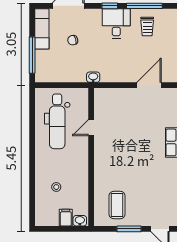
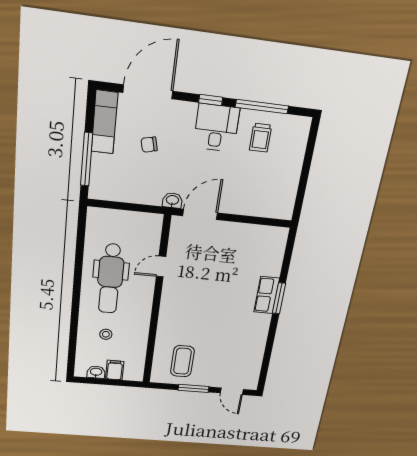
door: (149, 85) -> (200, 214), moved
dental chair: (57, 121) -> (110, 279), moved
washbasin: (80, 221) -> (96, 372), moved

